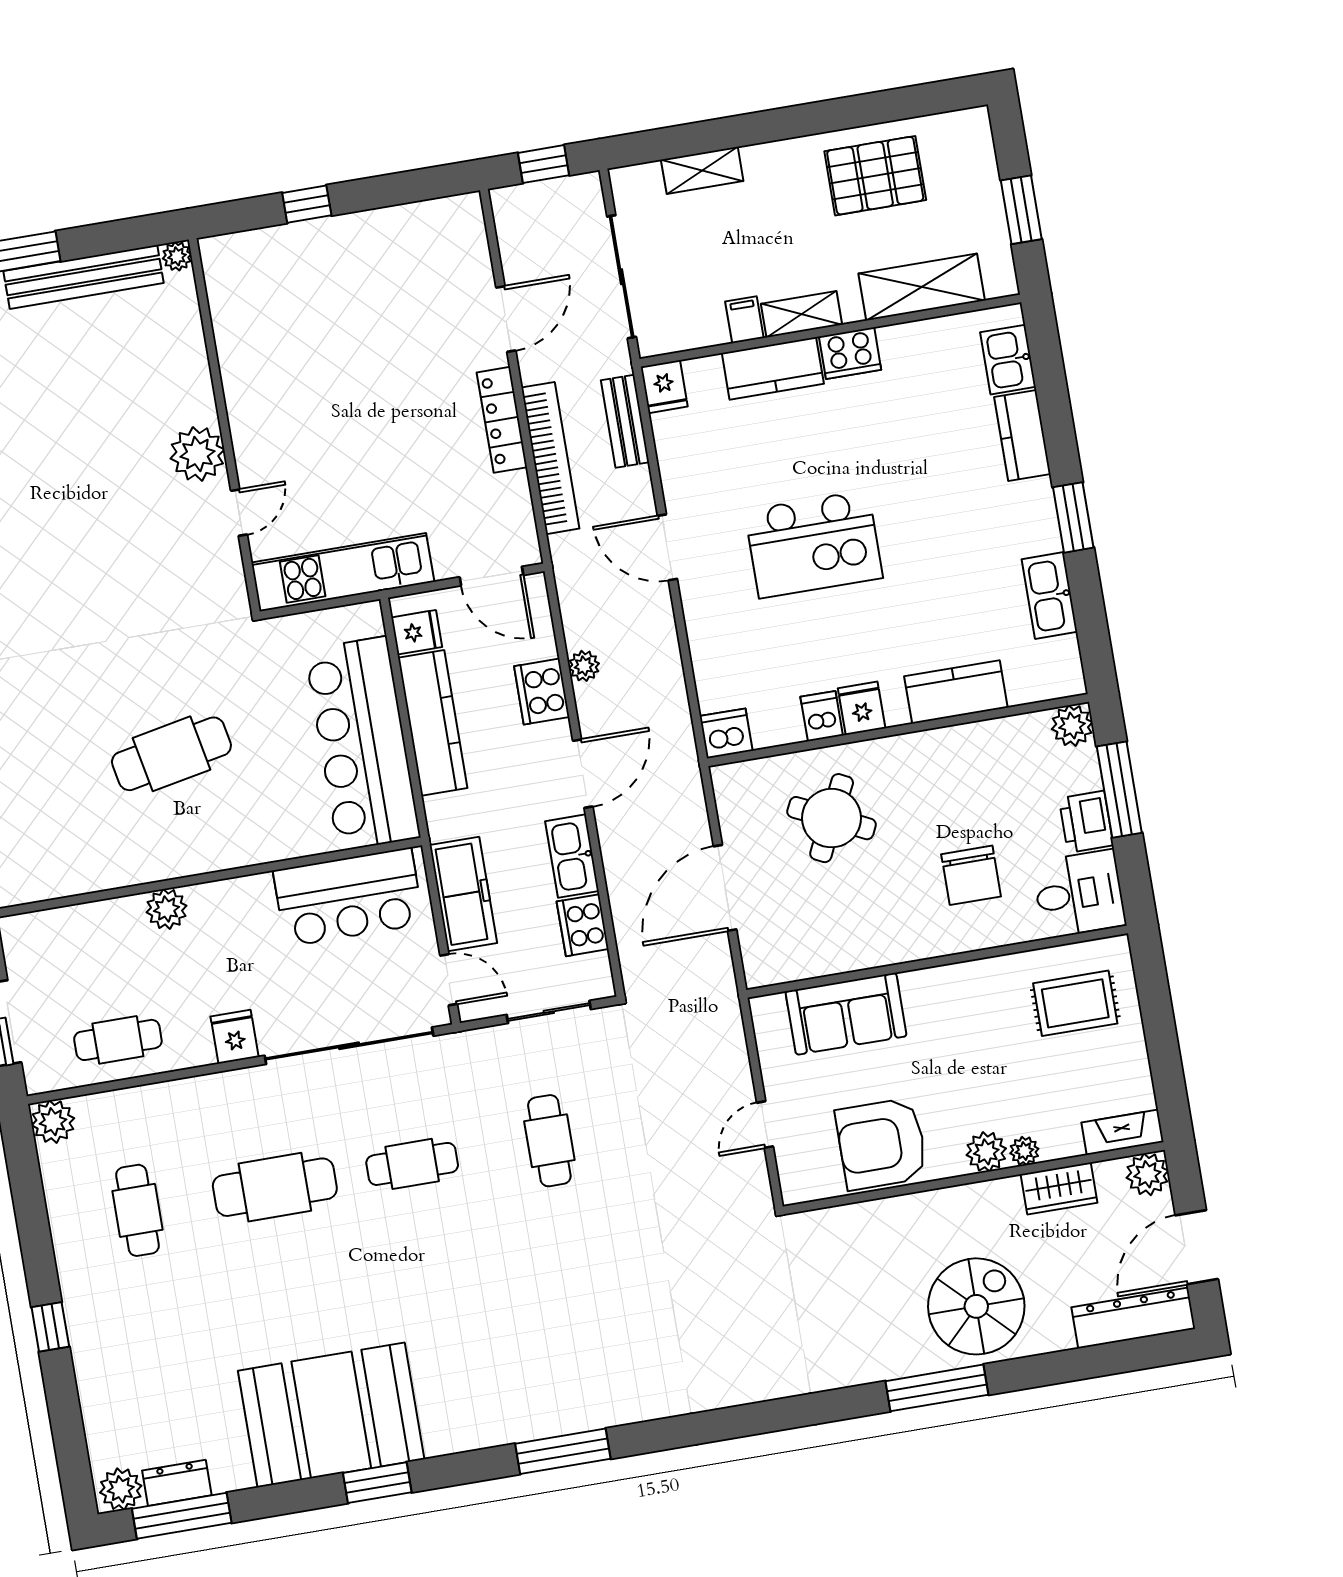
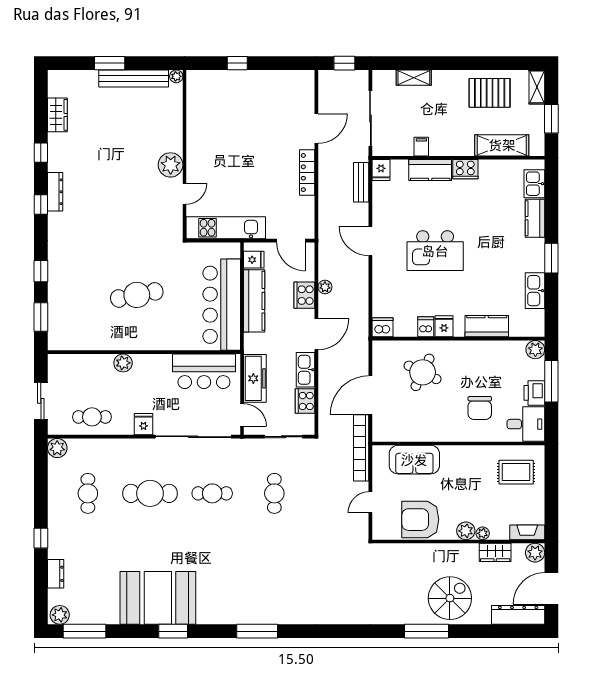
shelving: (802, 314) -> (537, 87), moved, turned 90
bookcase: (550, 458) -> (361, 448), moved, turned 180
dresser: (177, 1483) -> (56, 574), moved, turned 90

